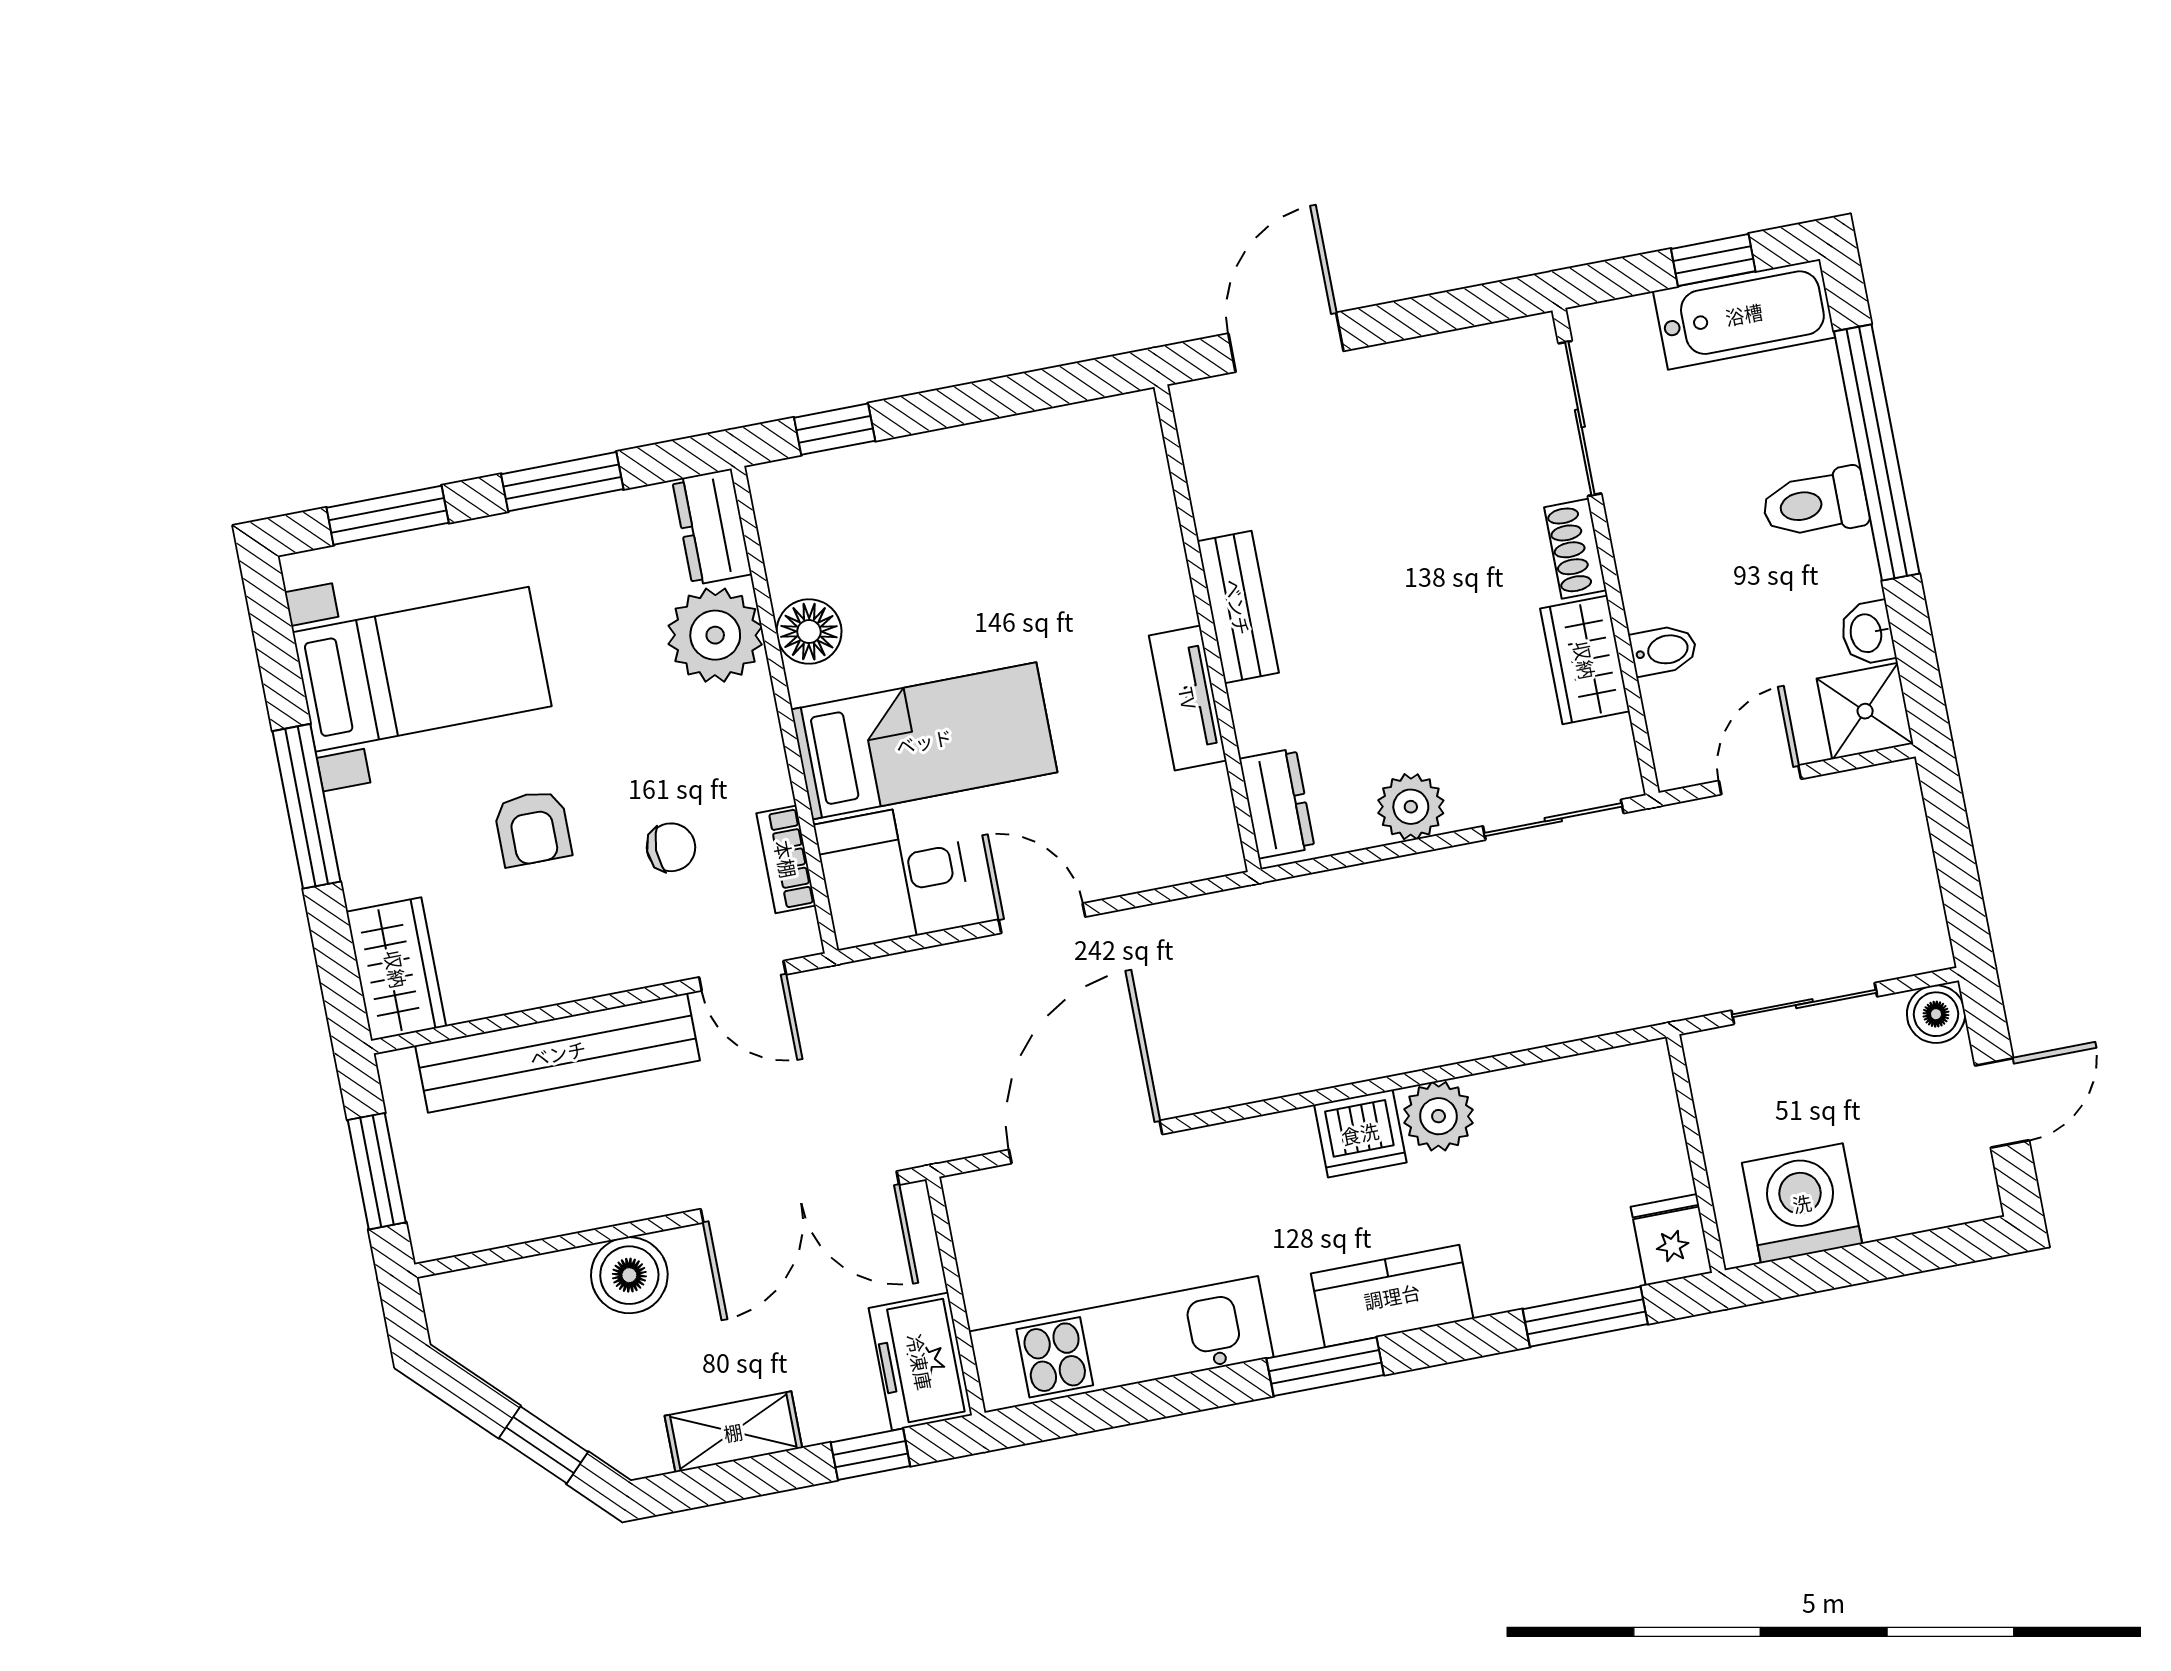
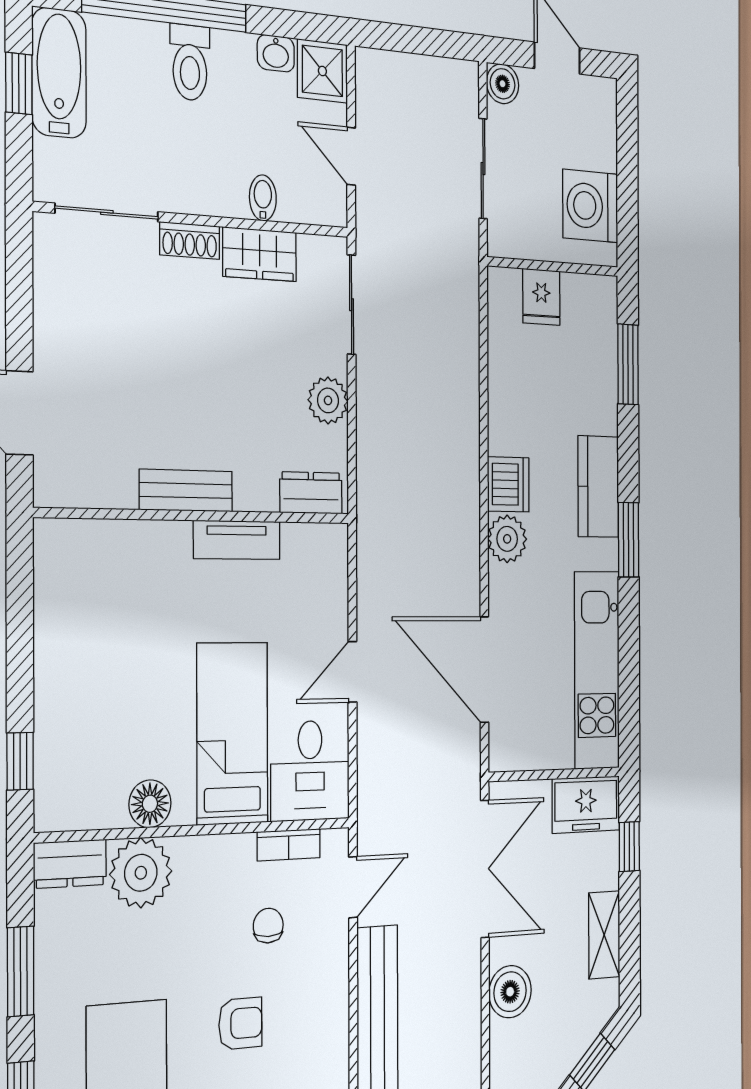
plant: (1439, 1116) -> (507, 539), moved
fridge: (1671, 1240) -> (541, 297), moved, turned -90

